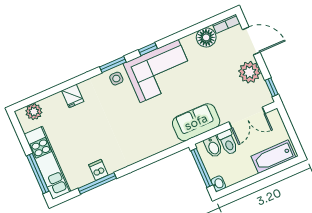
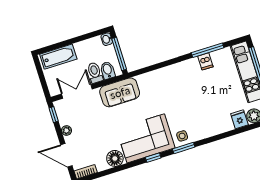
floor lamp: (206, 37) -> (115, 158), moved
plant: (249, 72) -> (66, 131), width x0.53, depth x0.53
fridge: (73, 96) -> (239, 119), moved

